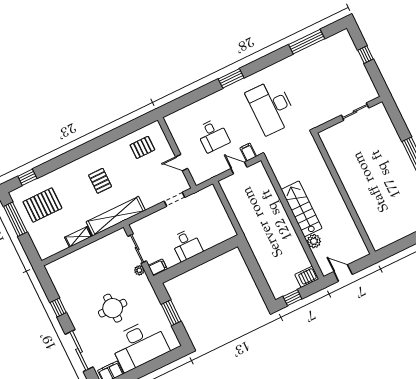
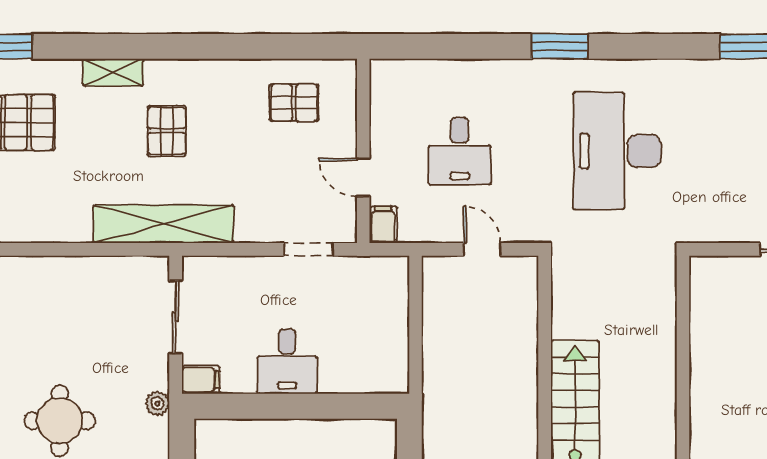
filing cabinet: (248, 152) -> (383, 225), moved
shelving: (78, 237) -> (113, 72), moved
plant: (139, 270) -> (157, 403), moved

